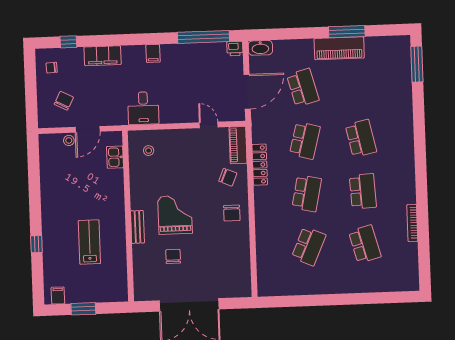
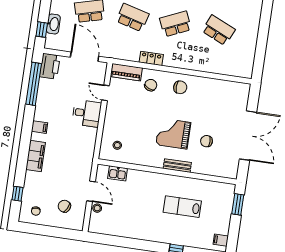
window: (270, 34) -> (42, 30), added
washbasin: (260, 48) -> (53, 24), moved
printer: (235, 49) -> (50, 66), width x1.87, depth x1.48
filing cabinet: (103, 56) -> (36, 156), moved
desk: (143, 108) -> (87, 113), moved
door: (209, 125) -> (106, 93), hinge flipped
locker: (260, 165) -> (151, 58), width x0.66
school desk: (307, 193) -> (175, 24), turned -36
window: (83, 309) -> (238, 204), moved

